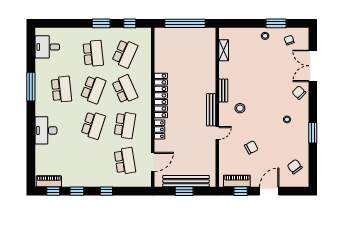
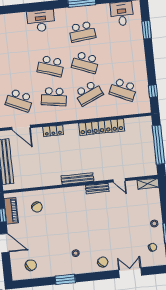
window: (101, 23) -> (147, 30), moved
shelving: (224, 50) -> (148, 184), moved
school desk: (93, 54) -> (120, 59), removed
double door: (313, 66) -> (130, 273), width x0.73
locker: (161, 95) -> (102, 127), moved
stool: (240, 108) -> (82, 206), removed
door: (217, 133) -> (119, 180), moved
chair: (251, 147) -> (37, 207), moved
school desk: (125, 161) -> (19, 100), turned 33

